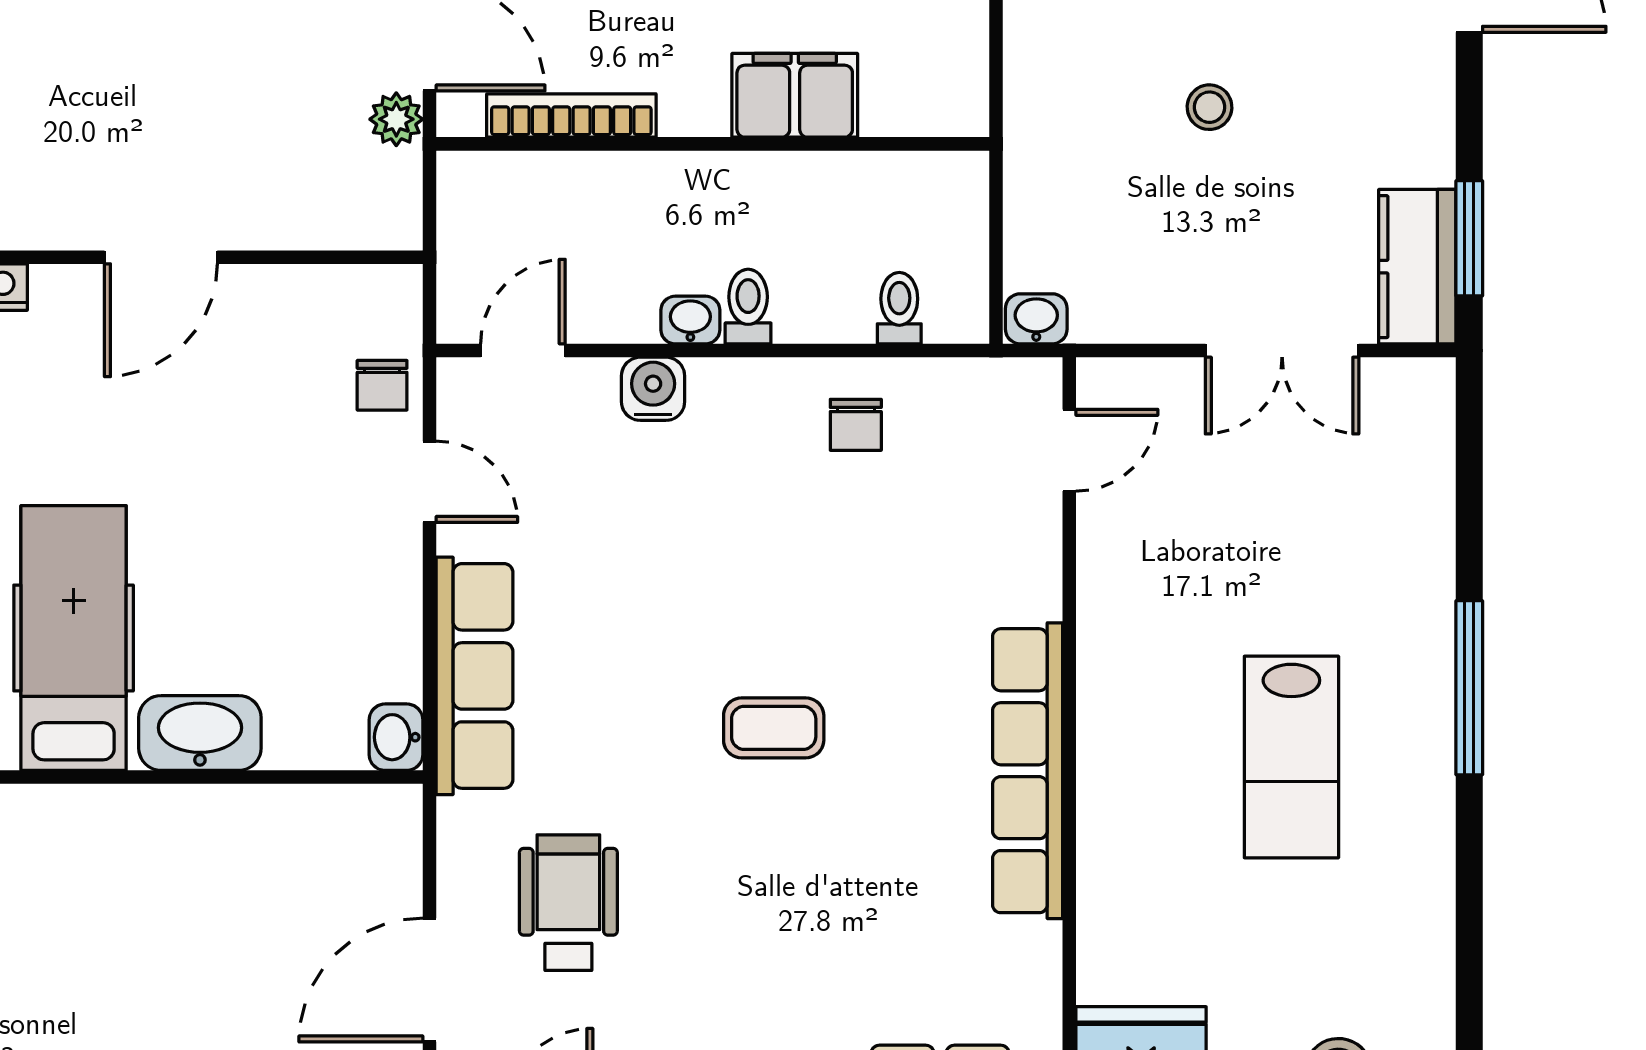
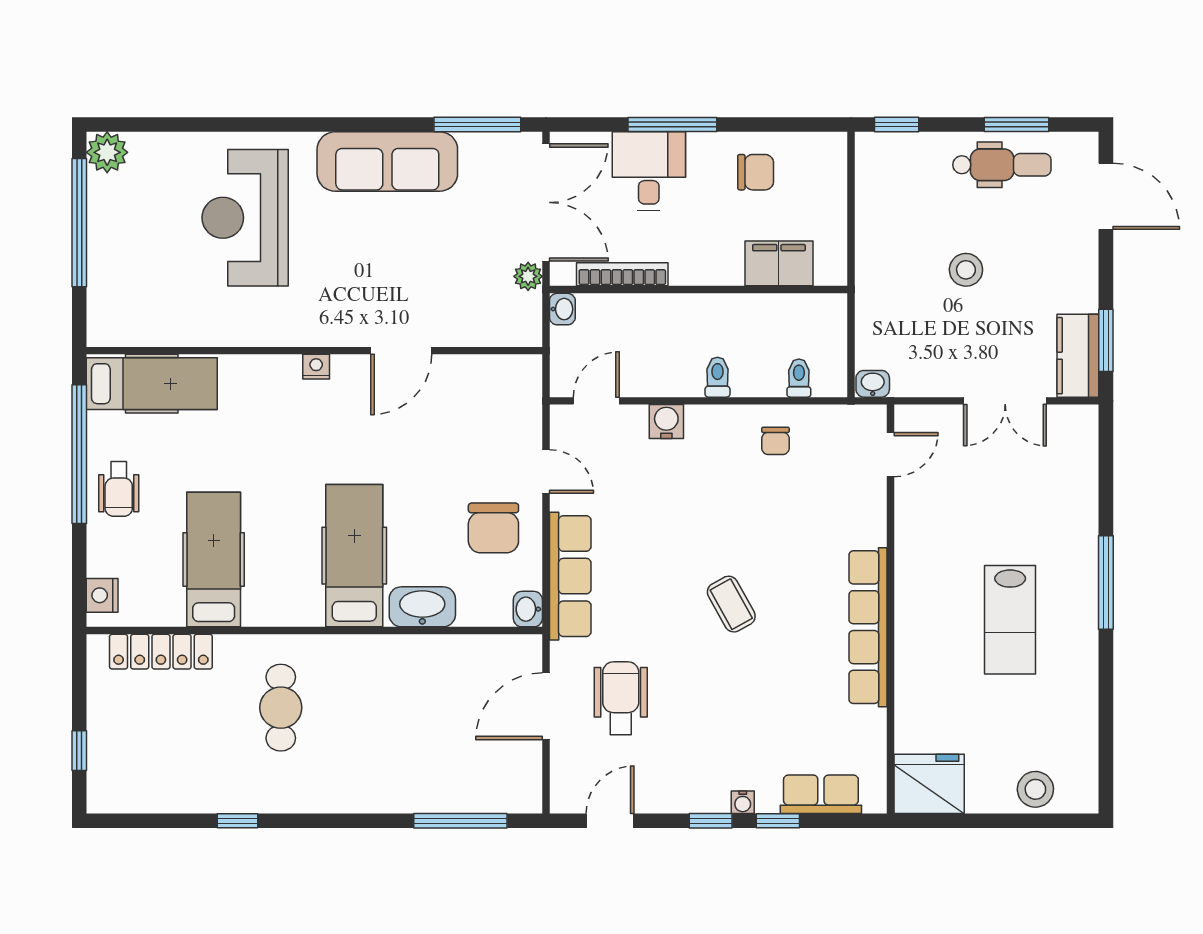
filing cabinet: (795, 95) -> (779, 263), moved
stool: (1209, 107) -> (966, 270), width x1.37, depth x1.37
washbasin: (690, 320) -> (562, 309), moved, turned 90
chair: (382, 385) -> (493, 528), moved, width x1.87, depth x1.87
coffee table: (774, 728) -> (731, 604), turned 61
door: (429, 980) -> (546, 706), moved

